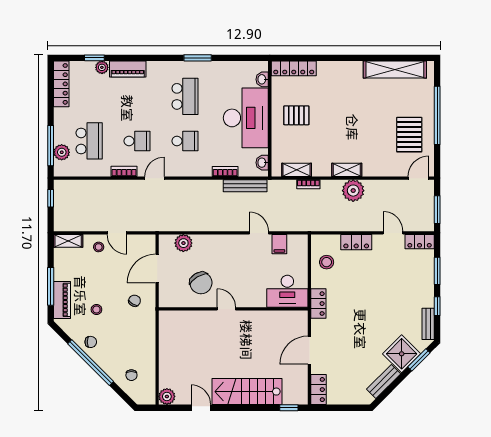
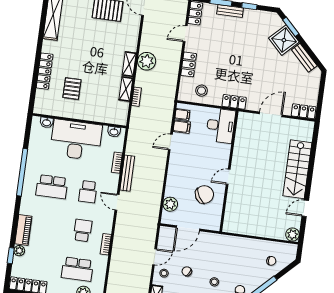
window: (198, 58) -> (22, 172), width x2.11
locker: (294, 68) -> (45, 71), moved
school desk: (185, 96) -> (52, 187), turned 180
pallet: (296, 115) -> (72, 89), moved
school desk: (89, 141) -> (77, 269), turned 180
school desk: (185, 141) -> (88, 192), turned 180
shelving: (297, 170) -> (126, 89), moved
door: (155, 178) -> (117, 202), moved
bench: (245, 186) -> (127, 173), moved
filing cabinet: (294, 243) -> (182, 115), added
door: (157, 268) -> (188, 228), hinge flipped
chair: (135, 301) -> (187, 271), moved
bench: (428, 324) -> (230, 11), moved
door: (309, 350) -> (271, 114), swing flipped
window: (289, 408) -> (315, 137), removed

